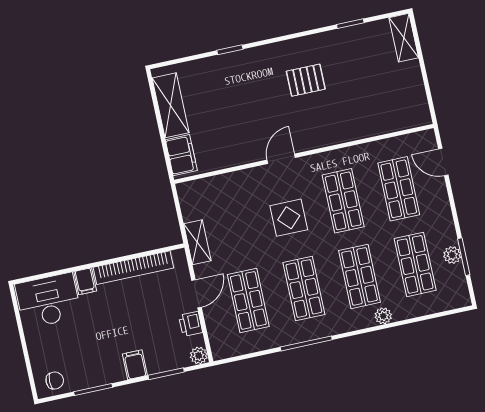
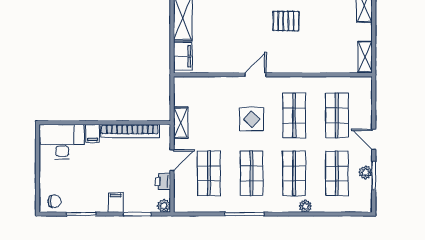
shelving: (419, 105) -> (365, 57), added
door: (443, 162) -> (374, 139), moved

